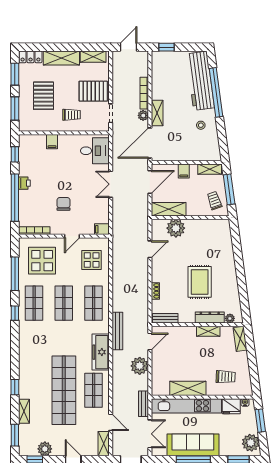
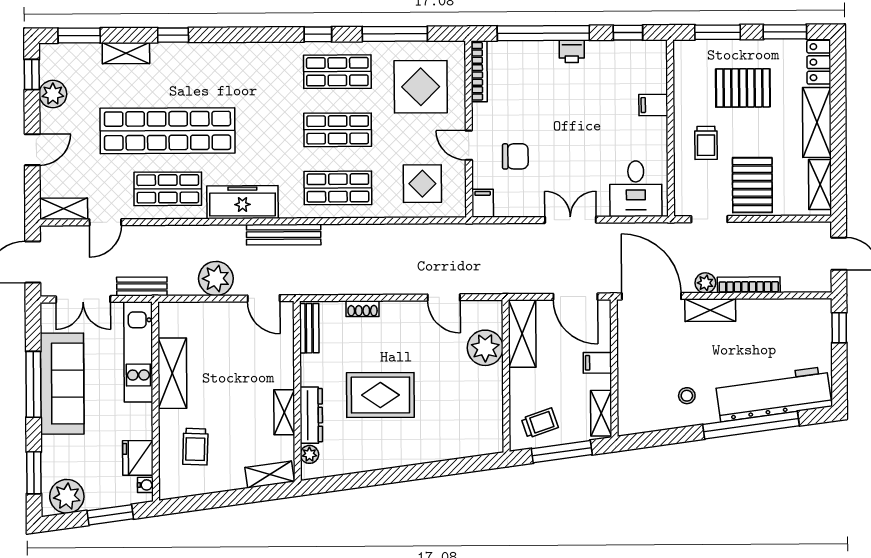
chair: (63, 204) -> (515, 156), moved
kitchen unit: (186, 406) -> (138, 352), width x0.73

